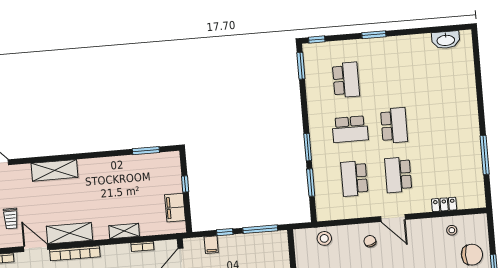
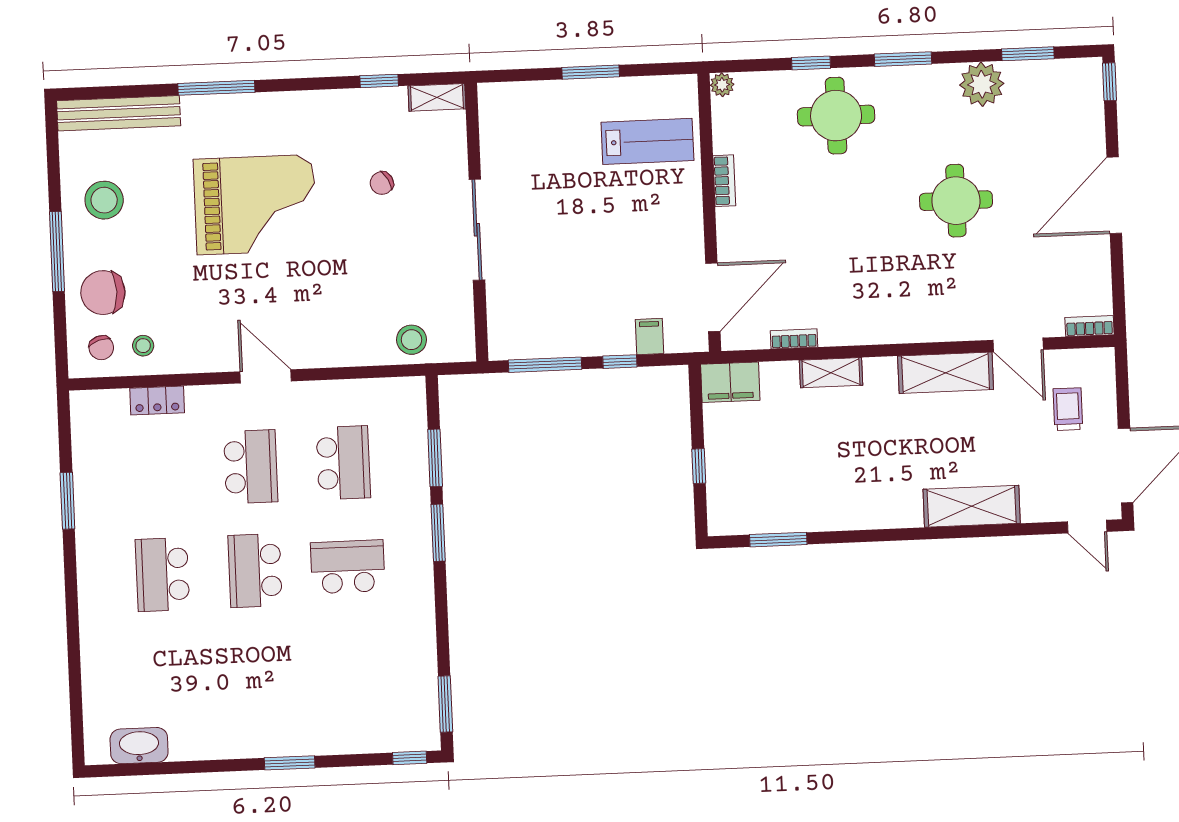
school desk: (346, 80) -> (162, 574), moved
window: (485, 155) -> (67, 501), width x0.69
filing cabinet: (175, 208) -> (730, 382), moved, turned 90
chair: (370, 241) -> (101, 348), moved
bookcase: (75, 253) -> (936, 330), removed

